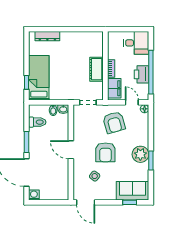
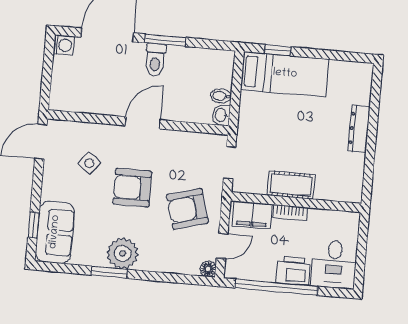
dresser: (47, 36) -> (359, 129), moved
printer: (141, 74) -> (293, 271), moved
toilet: (37, 122) -> (155, 60), moved

